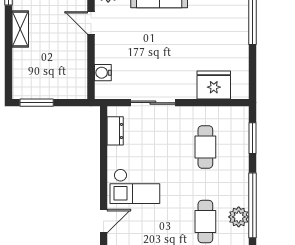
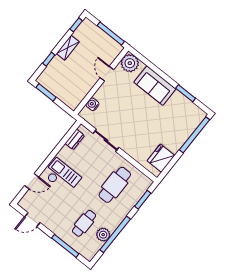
window: (8, 61) -> (49, 59), added
fridge: (214, 85) -> (161, 158), moved, turned -90
cafe table: (205, 147) -> (115, 185), width x1.37, depth x1.35
checkout: (135, 186) -> (62, 176), turned 180

